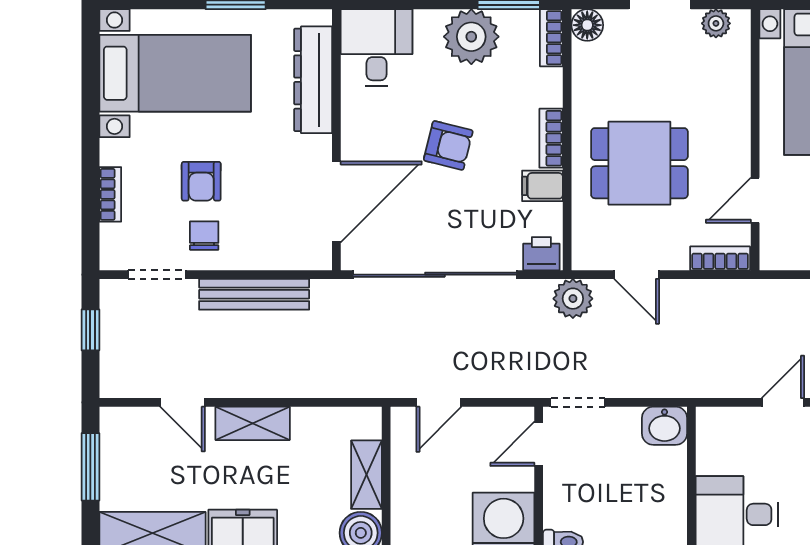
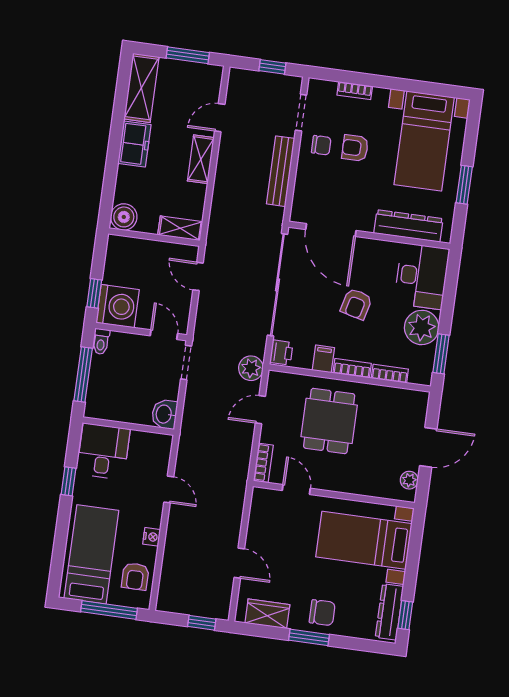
floor lamp: (587, 25) -> (419, 400), removed
bookcase: (551, 38) -> (390, 374), moved
desk: (377, 48) -> (422, 276), width x1.37
shelving: (366, 475) -> (180, 228), moved

